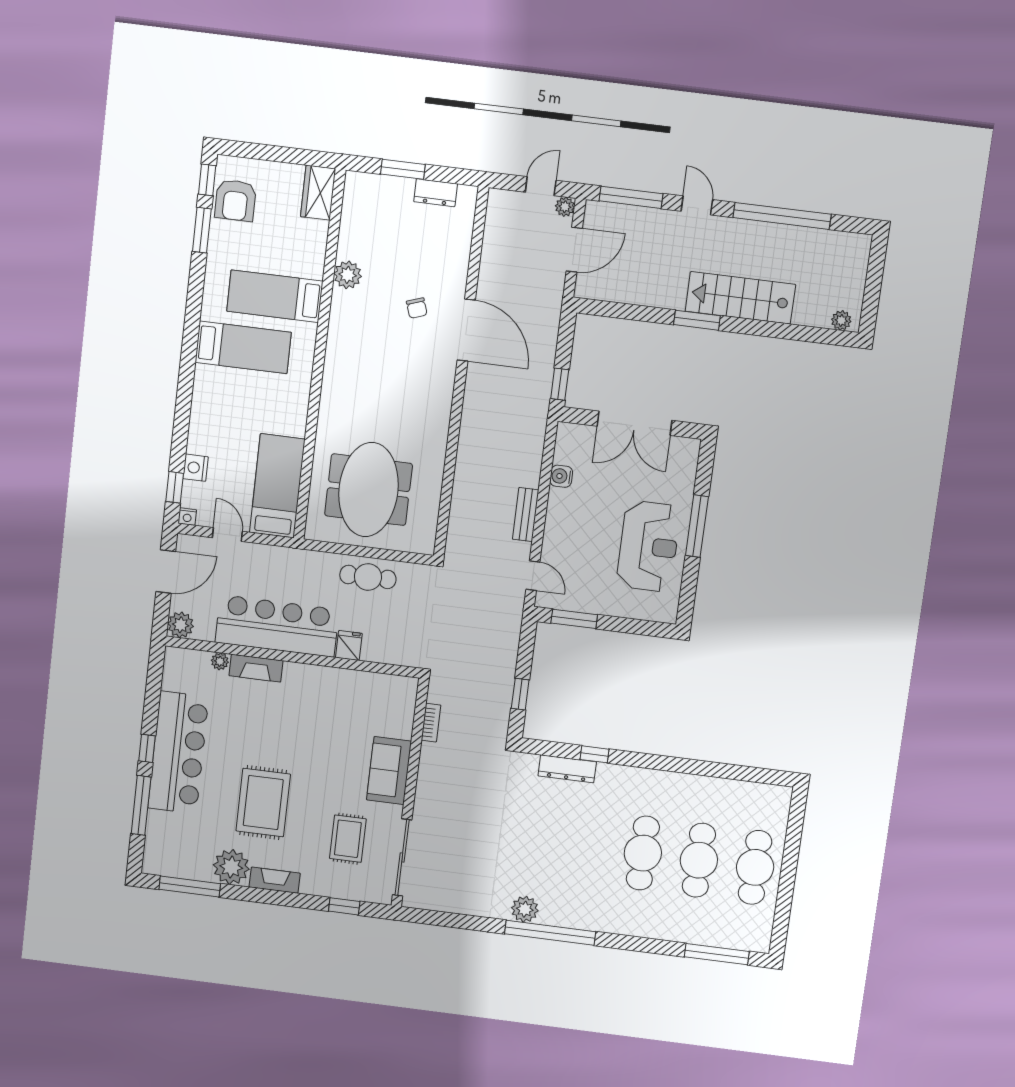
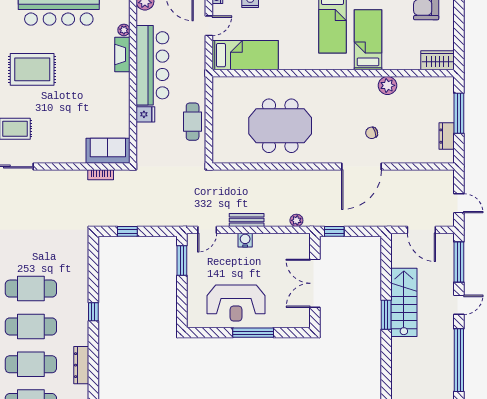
window: (403, 169) -> (459, 113), width x1.44
plant: (565, 207) -> (296, 220), moved
stairs: (740, 298) -> (404, 302), moved
water cooler: (561, 476) -> (245, 240), moved
meeting table: (368, 490) -> (280, 126), moved
window: (595, 754) -> (93, 312), moved
dresser: (567, 769) -> (81, 365), moved
sofa: (389, 771) -> (108, 151), moved
cafe table: (587, 846) -> (31, 289), added

